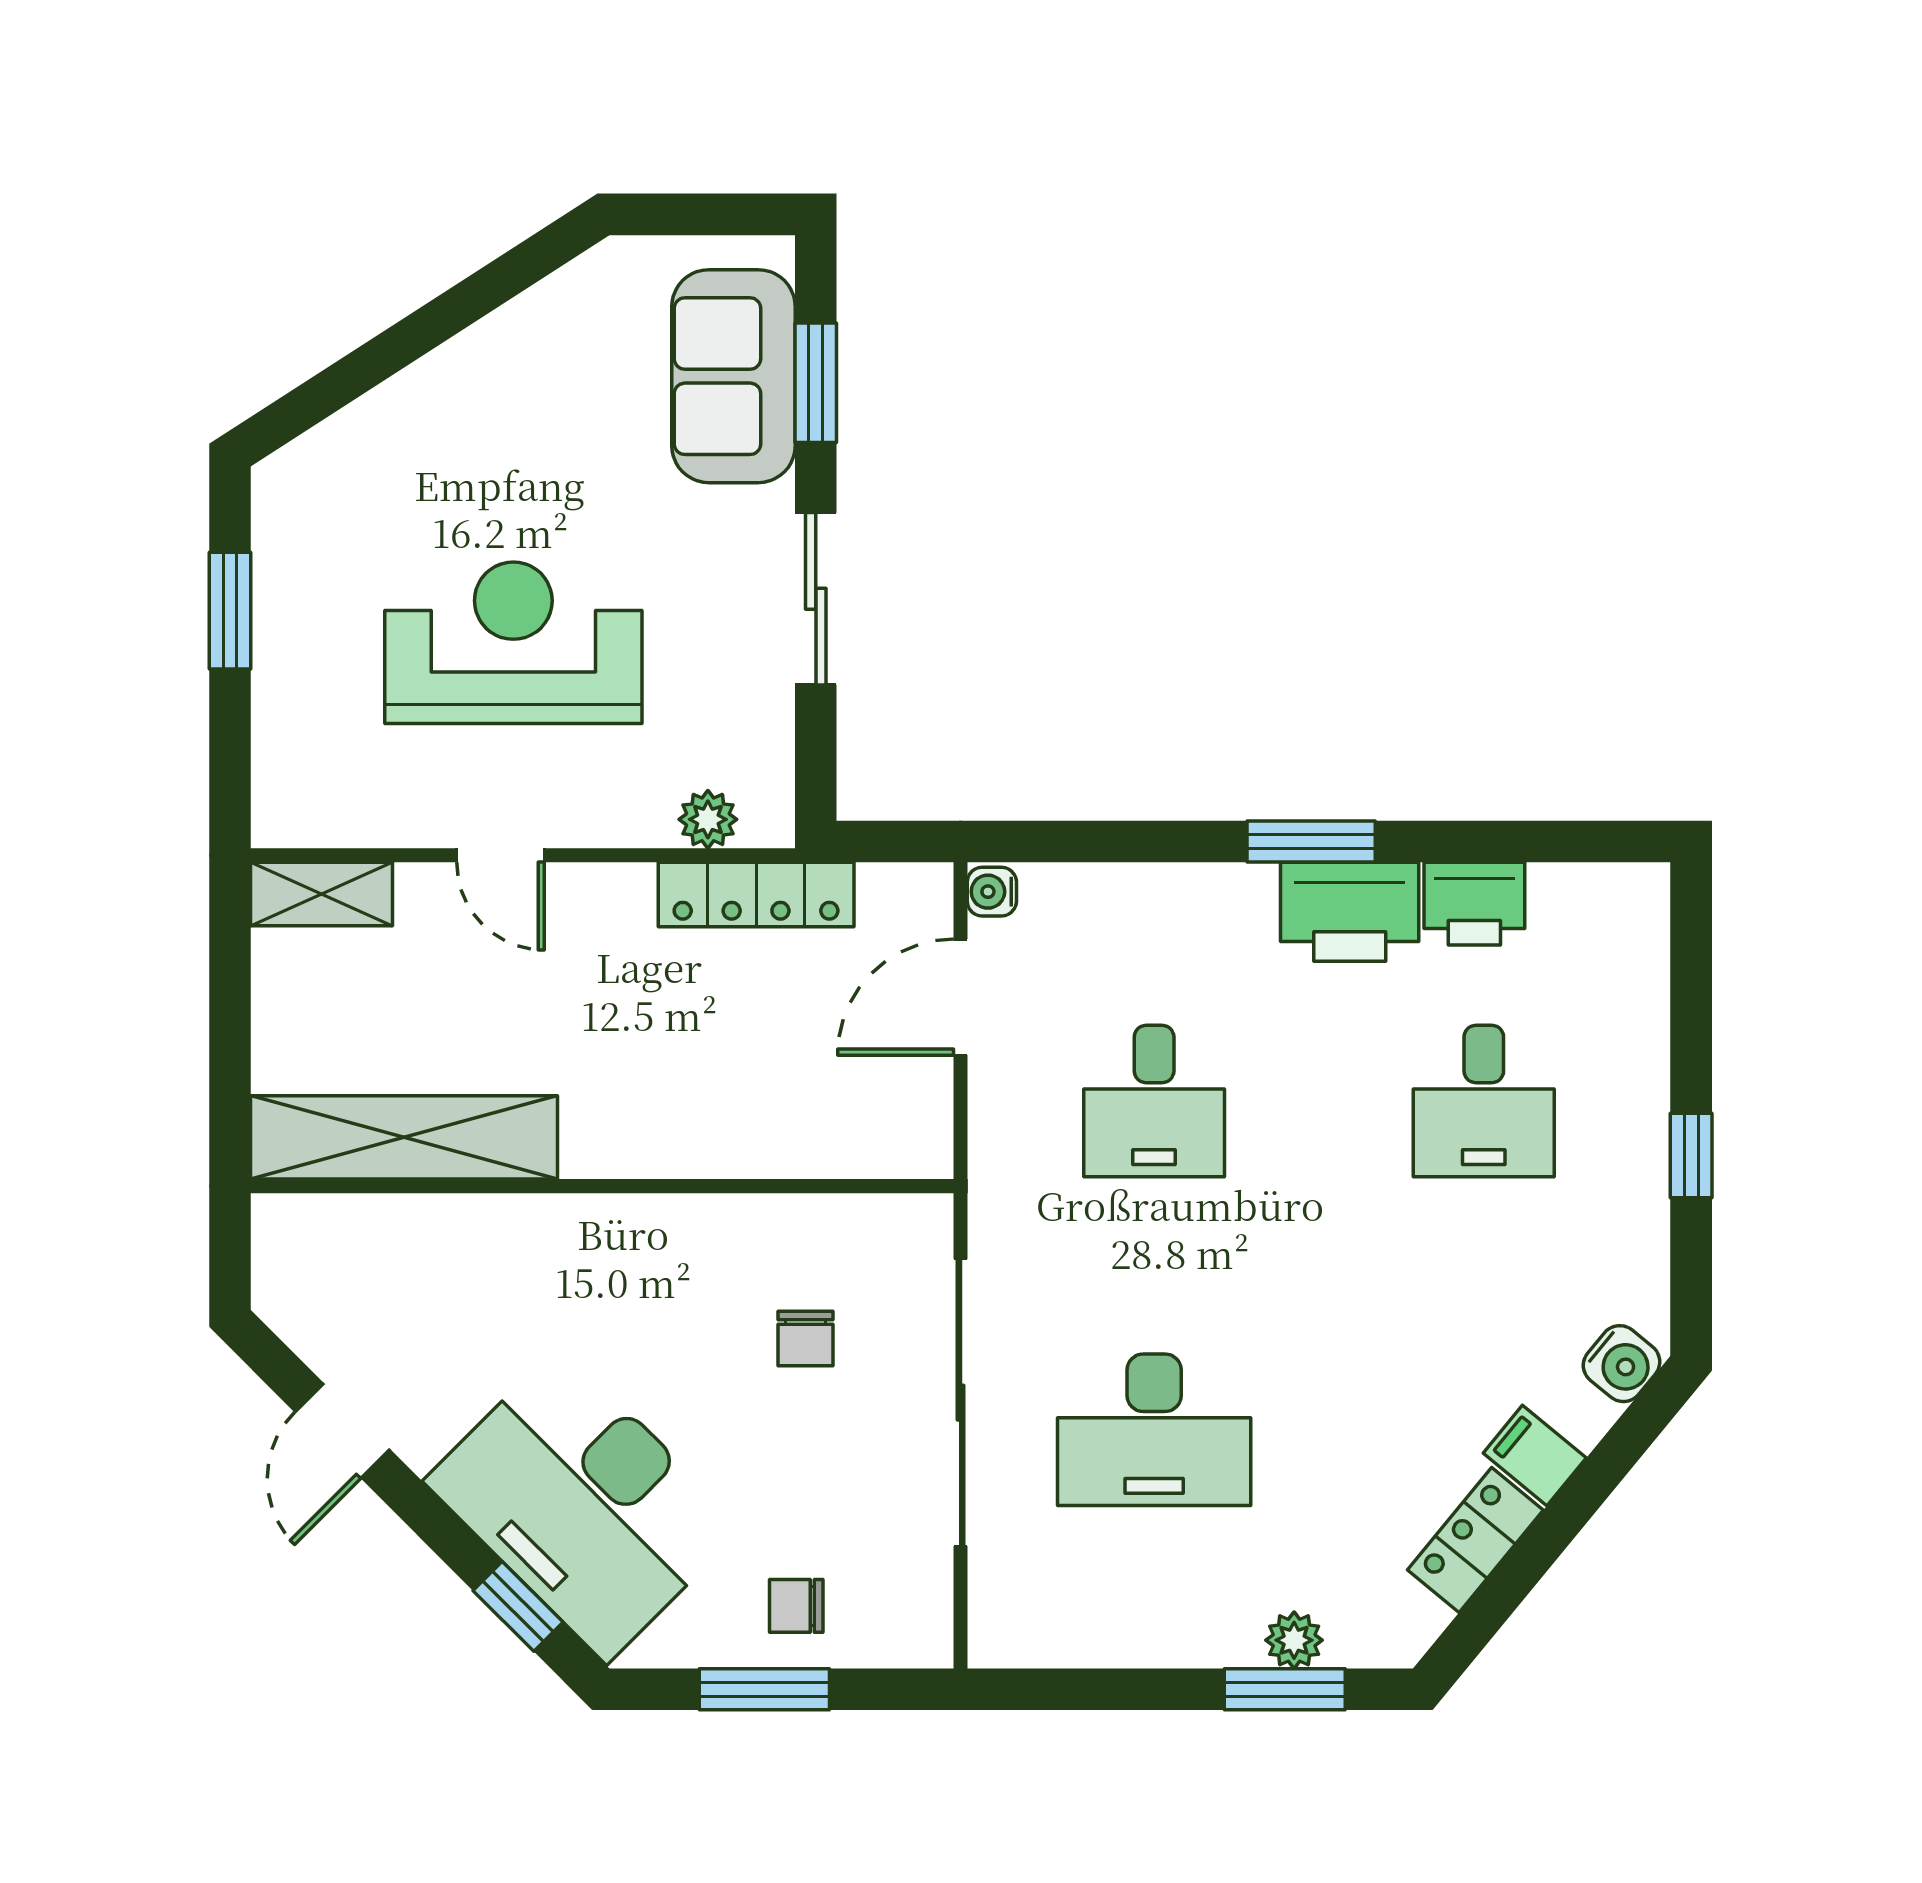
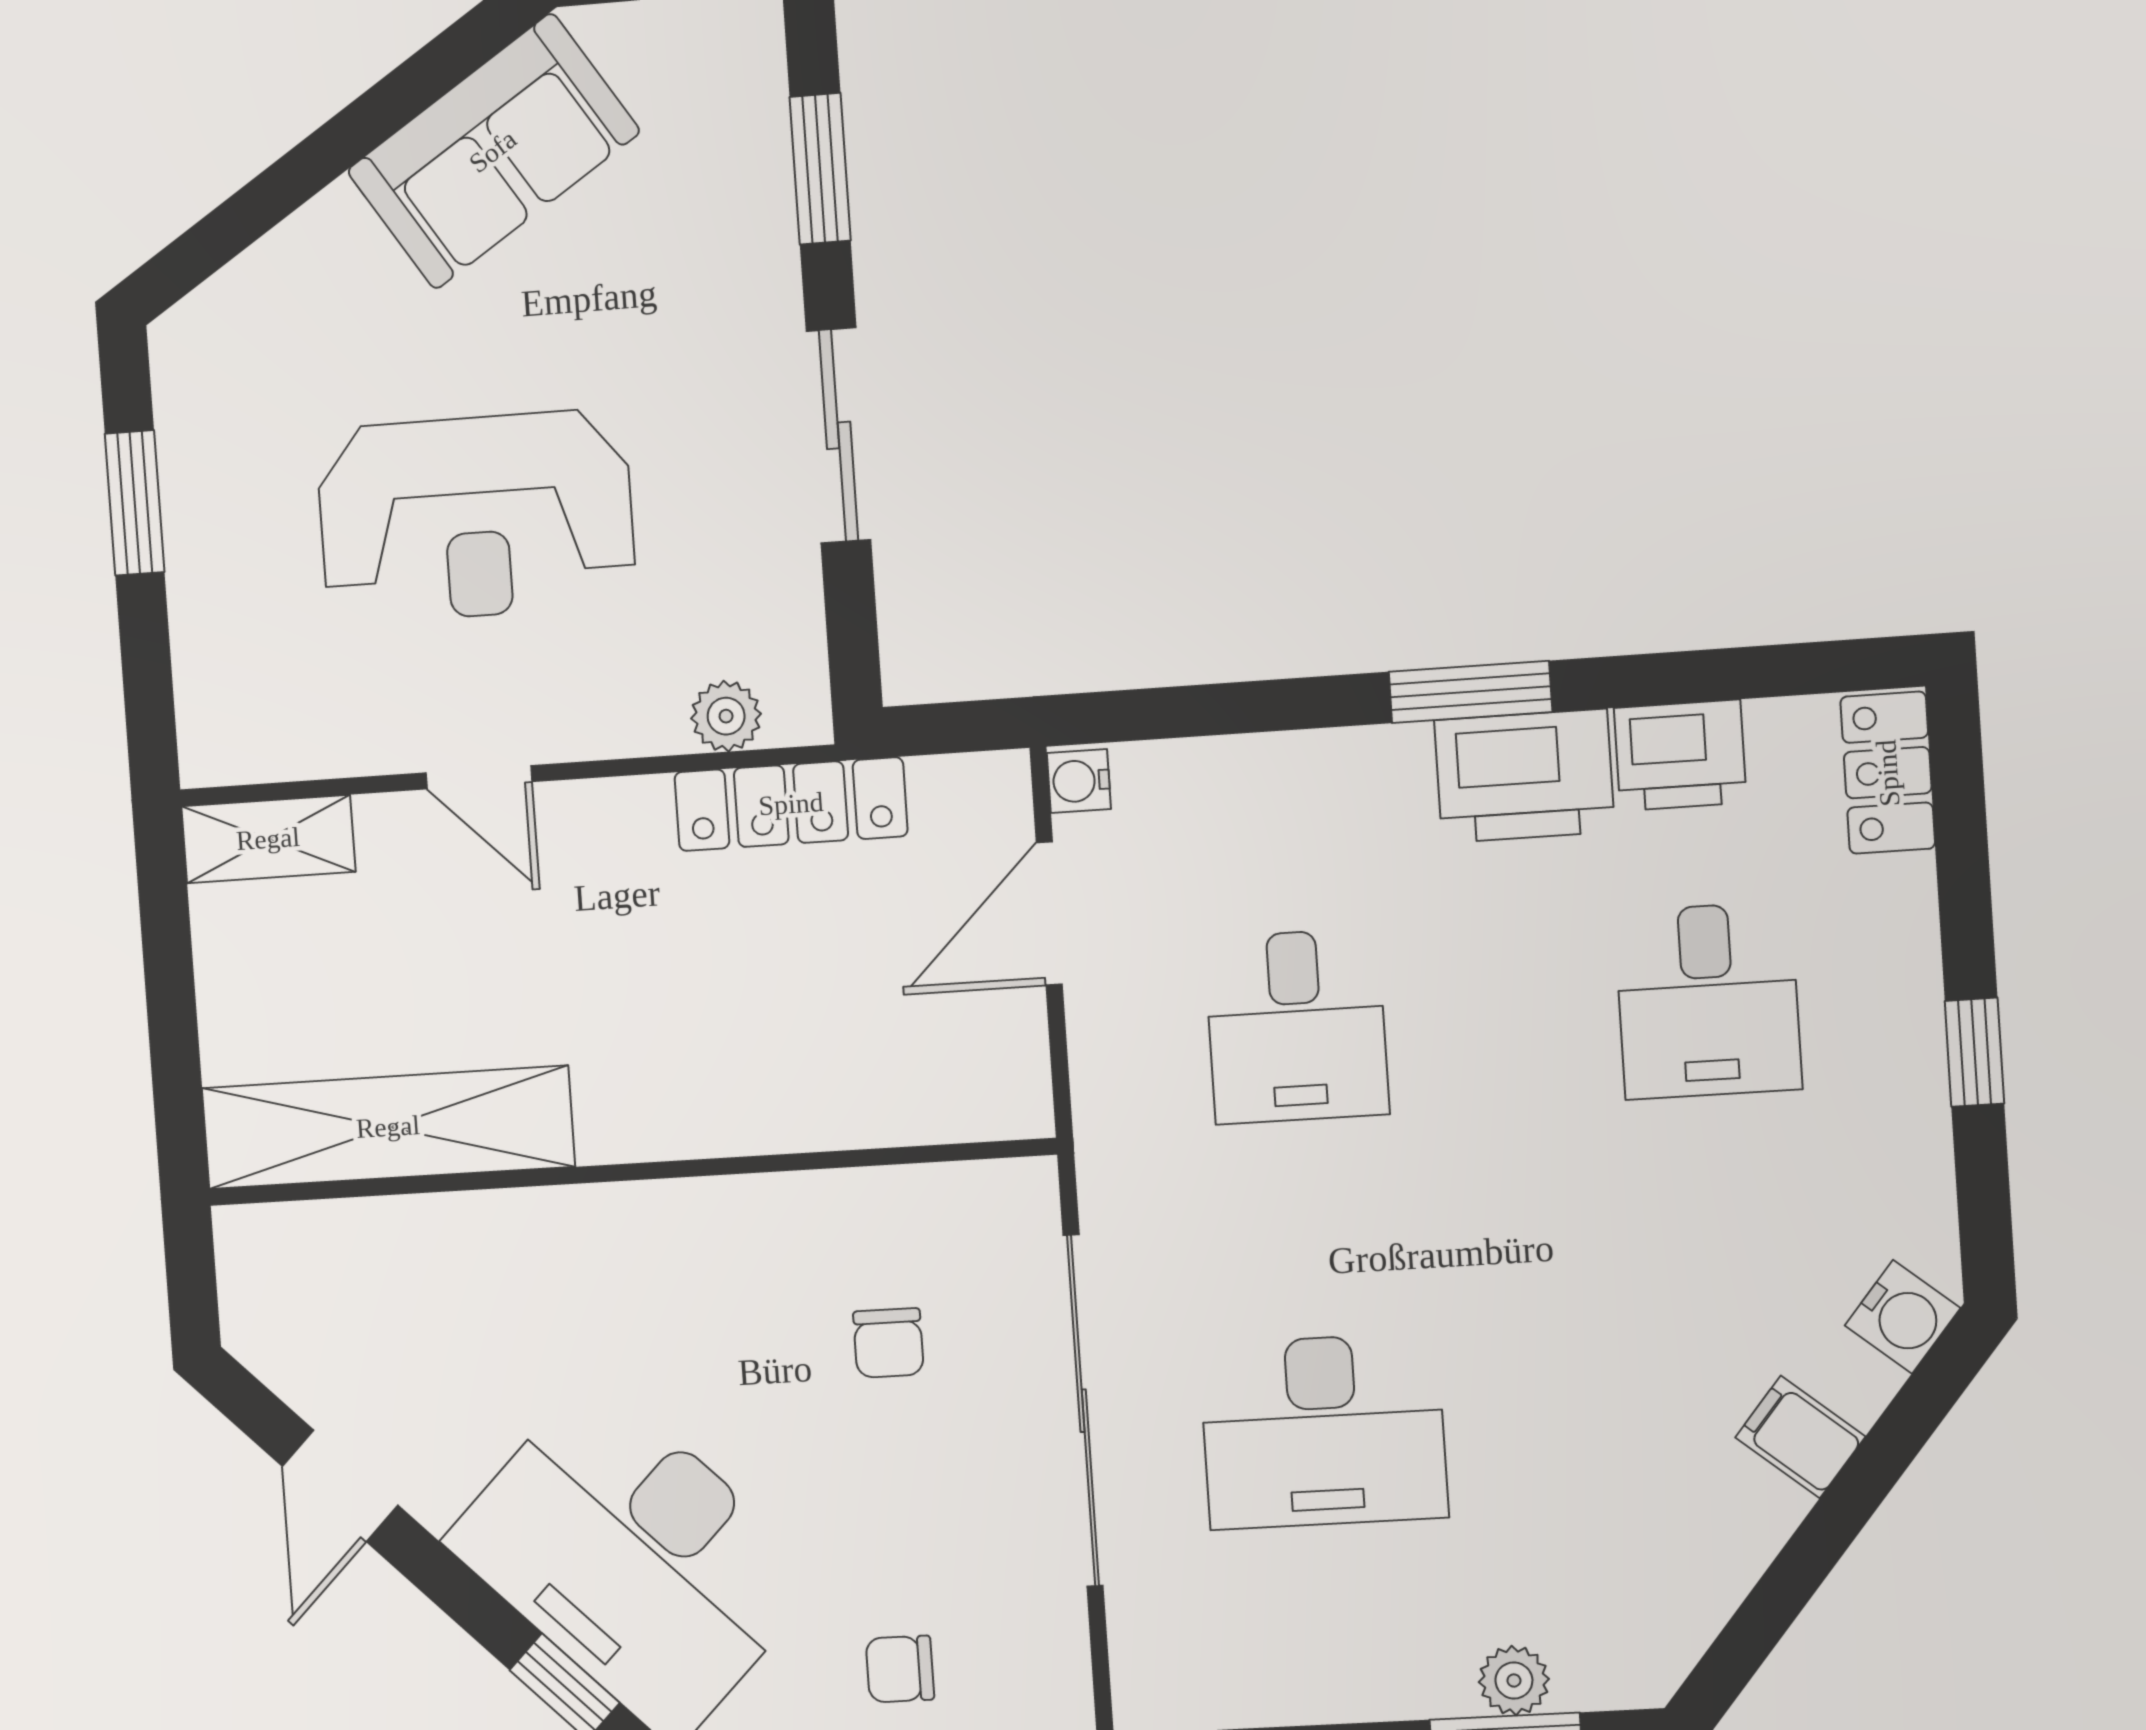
sofa: (734, 376) -> (493, 151), moved, turned -123
reception desk: (513, 643) -> (476, 517), turned 180
locker: (1475, 1540) -> (1888, 773), moved, turned -39

